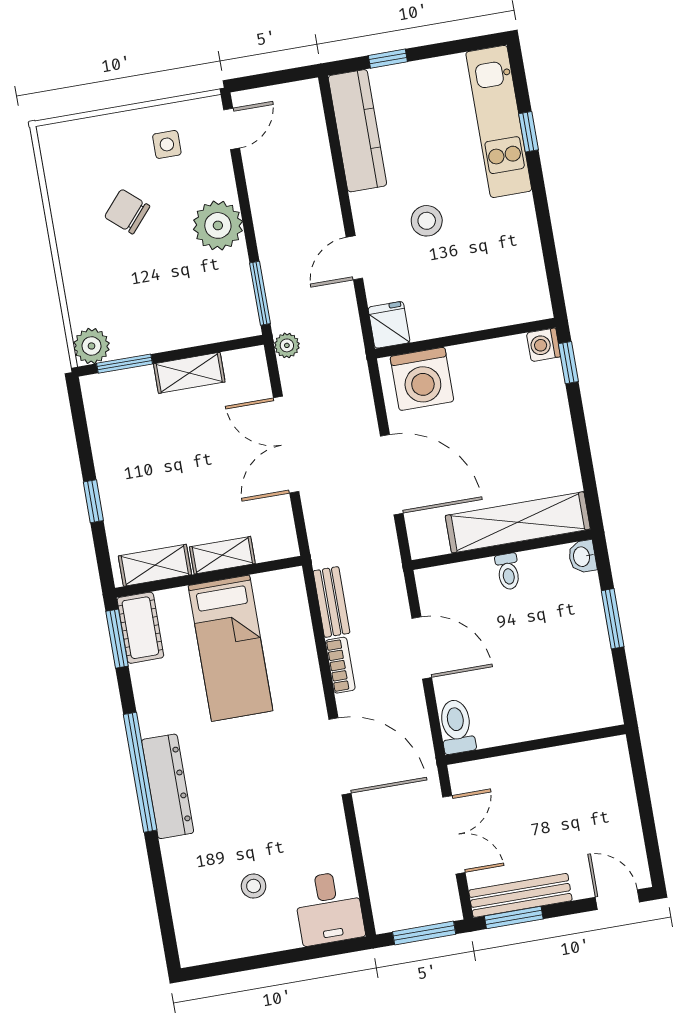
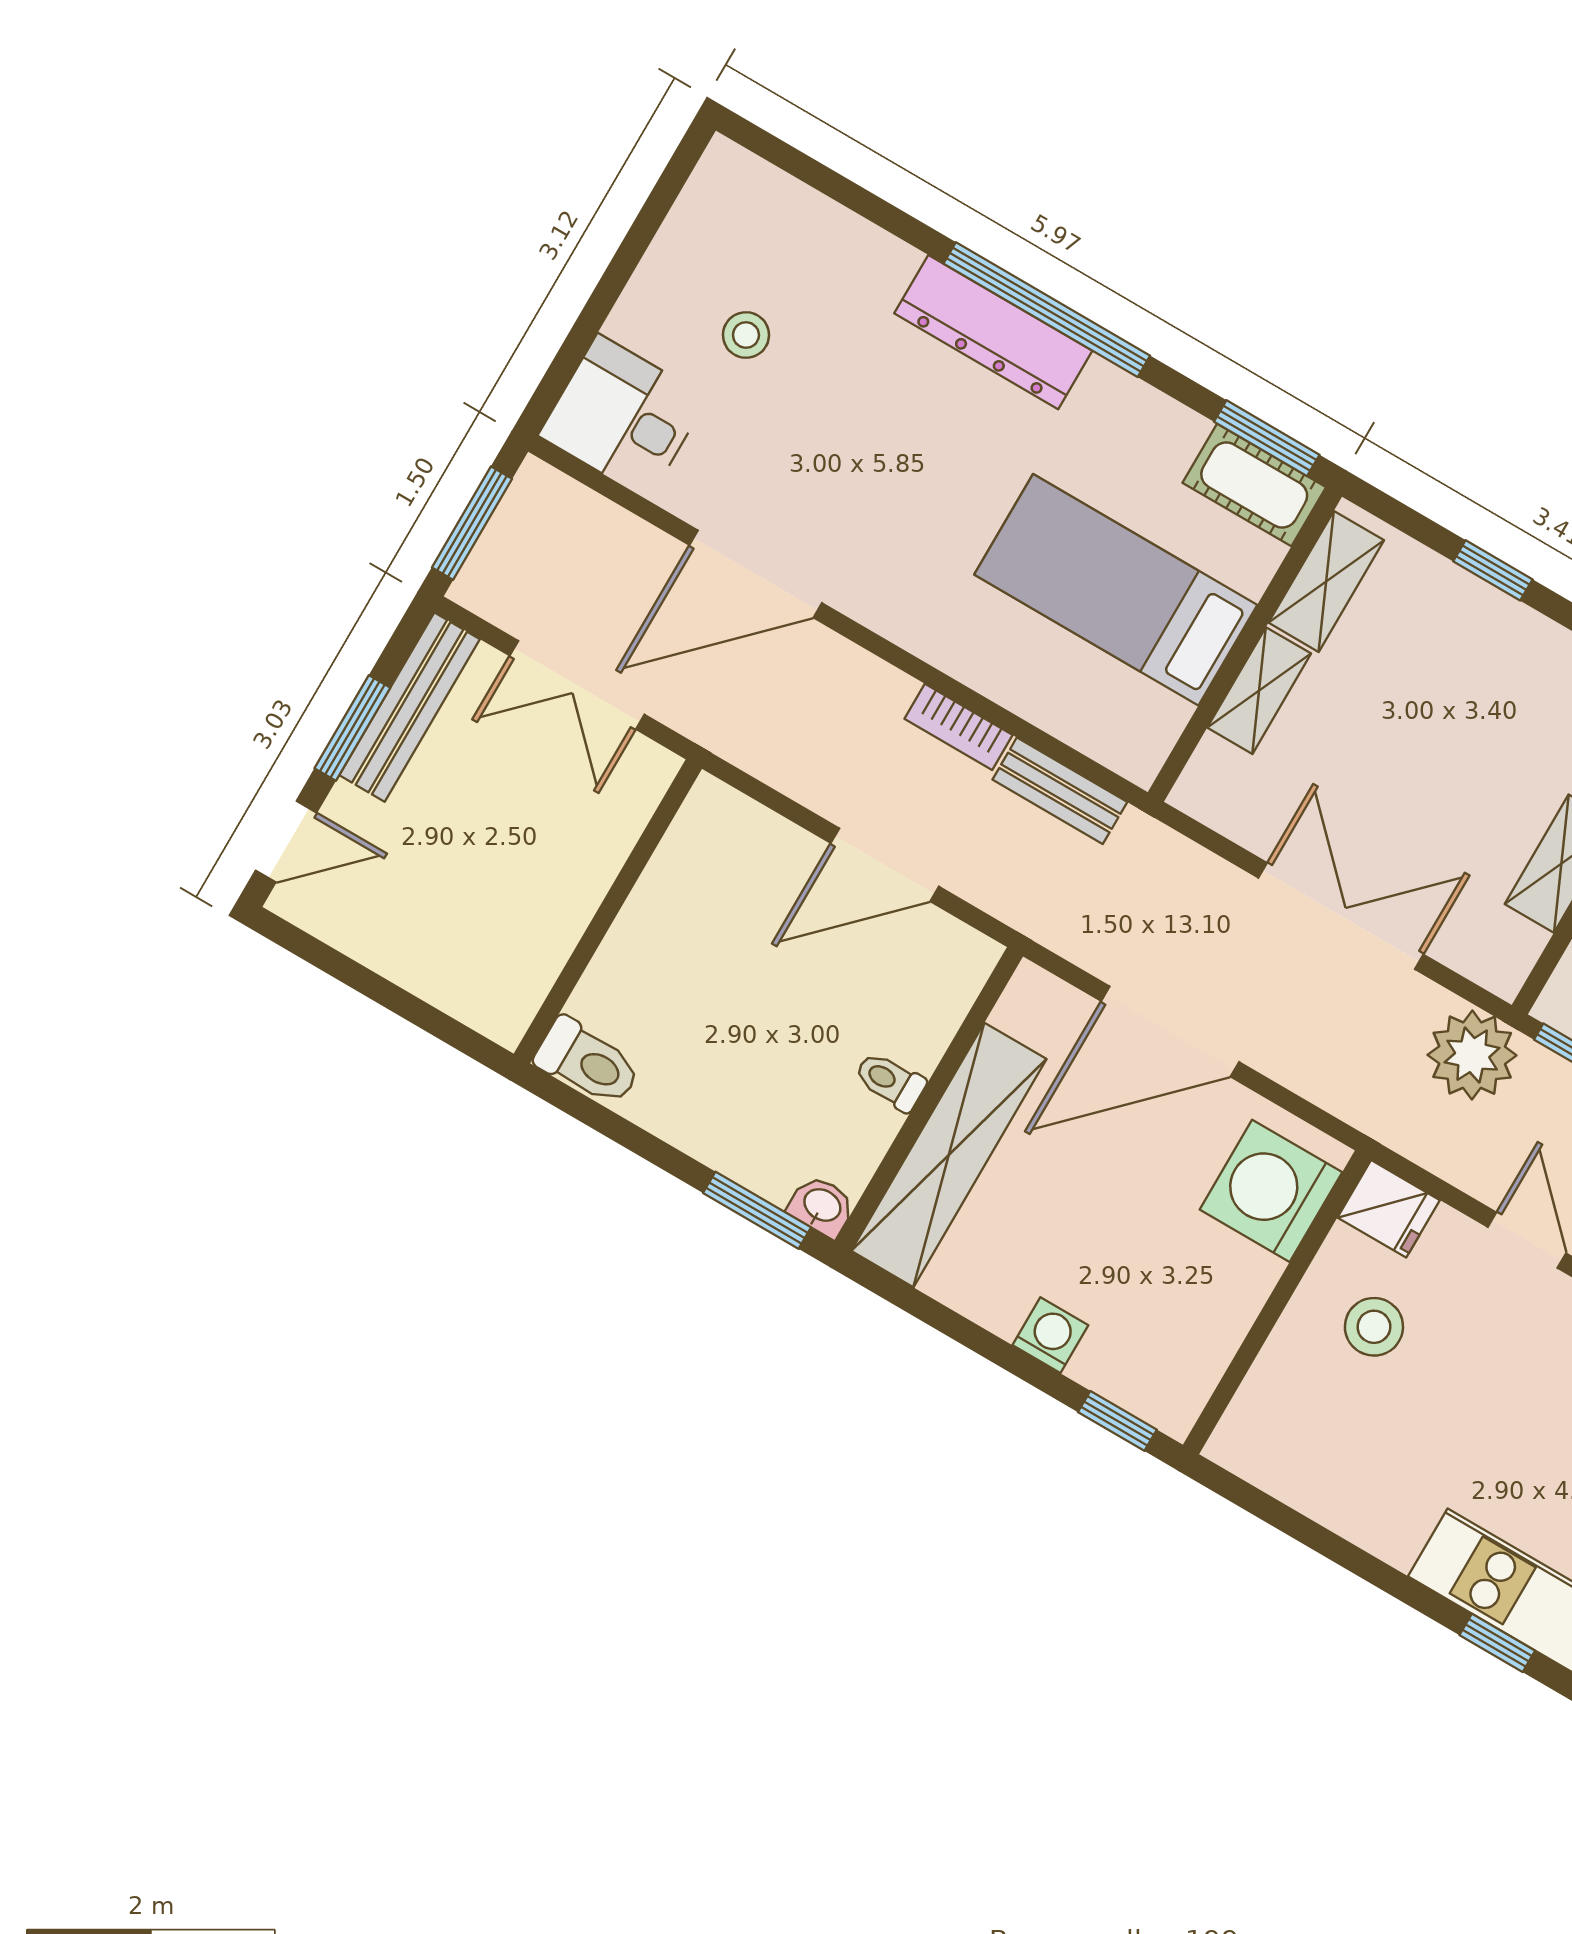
stool: (427, 221) -> (1374, 1327), moved
plant: (287, 345) -> (1472, 1055), width x1.88, depth x1.88
washing machine: (544, 345) -> (1050, 1335), moved
window: (613, 619) -> (757, 1210), moved
toilet: (457, 727) -> (588, 1062), moved
door: (340, 756) -> (756, 574), moved
window: (514, 918) -> (352, 728), moved

